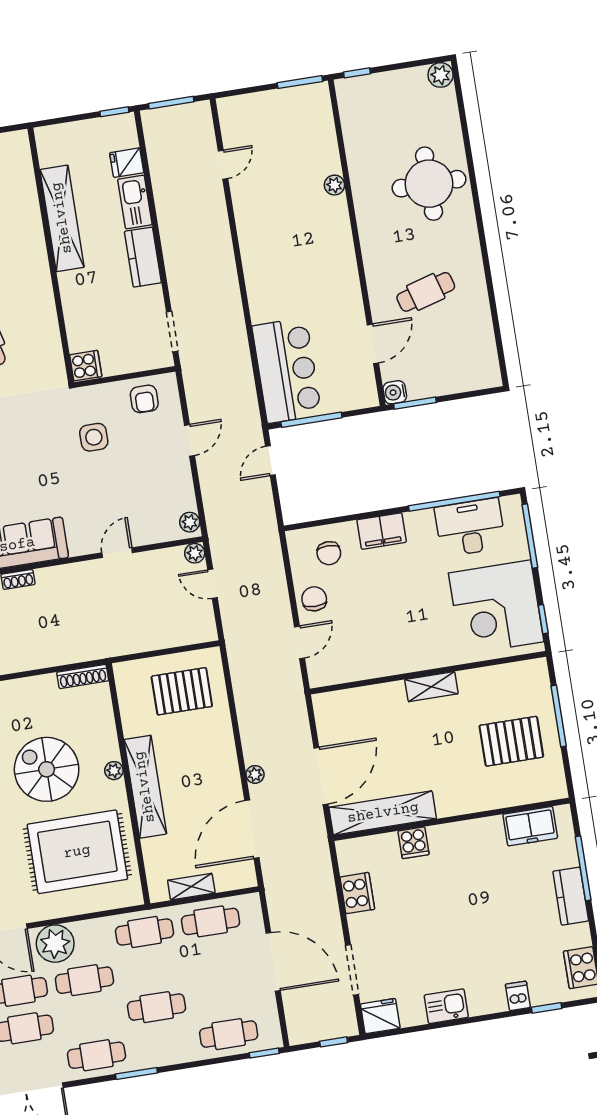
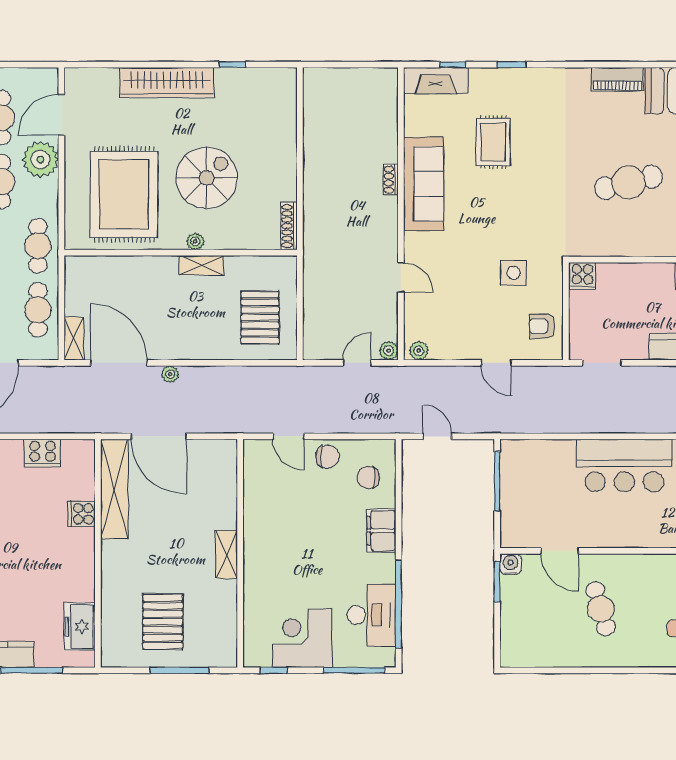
bar counter: (287, 370) -> (624, 465), moved
door: (270, 461) -> (437, 436), moved
corner desk: (496, 607) -> (302, 638), width x0.74, depth x0.74
shelving: (145, 787) -> (201, 265), width x0.45, depth x0.75
shelving: (191, 887) -> (74, 339), moved

